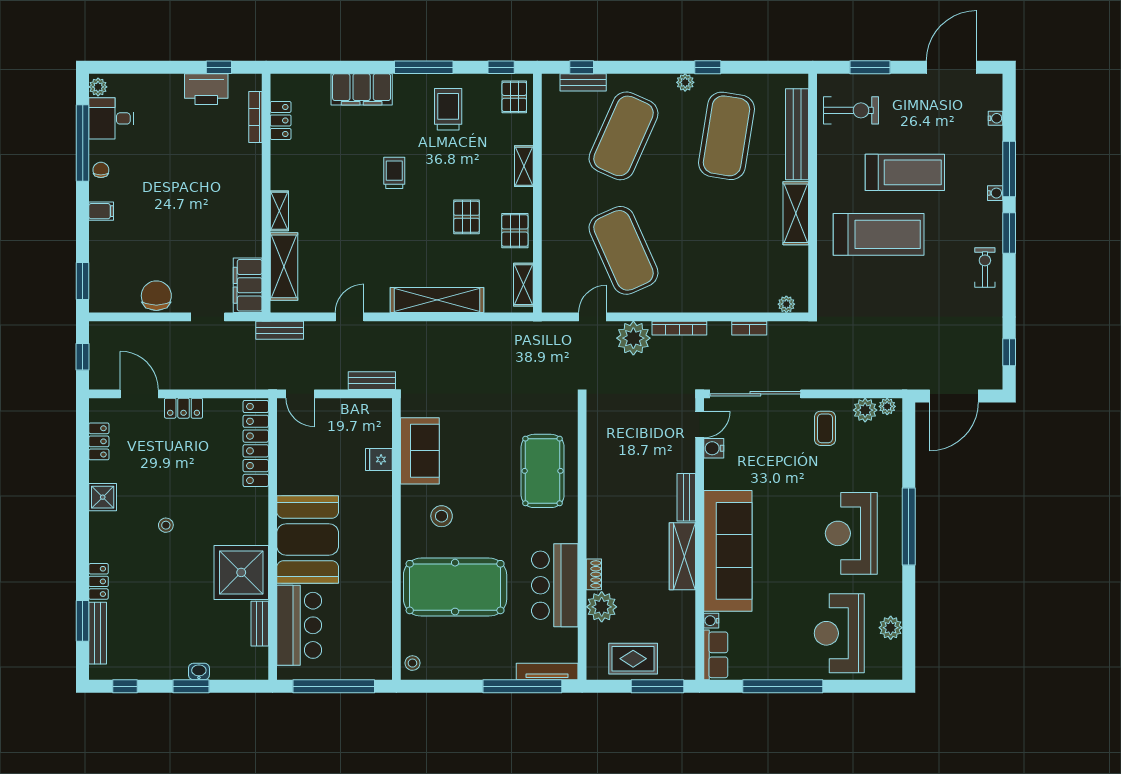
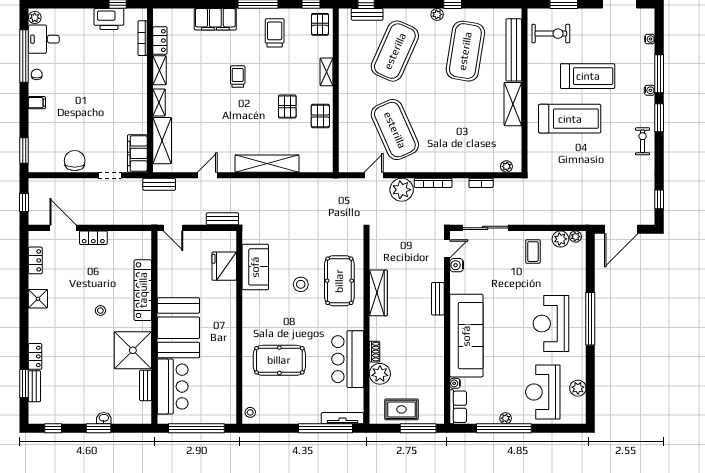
shelving: (523, 285) -> (159, 70), moved
sliding door: (755, 394) -> (485, 228), width x0.73
locker: (256, 443) -> (143, 290), moved
fridge: (379, 459) -> (224, 266), width x1.88, depth x1.34
stool: (442, 516) -> (301, 284), moved
stool: (166, 525) -> (100, 311), moved
wardrobe: (682, 556) -> (378, 293), moved, turned 180
pool table: (455, 587) -> (279, 360), width x0.73, depth x0.76
bench: (98, 633) -> (34, 386), width x0.73
plant: (785, 672) -> (506, 418), added

